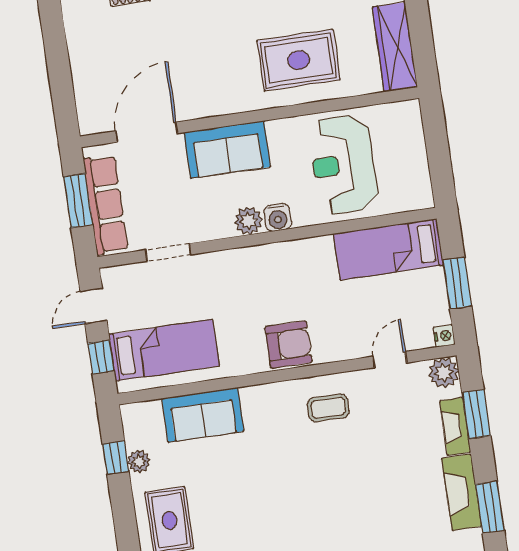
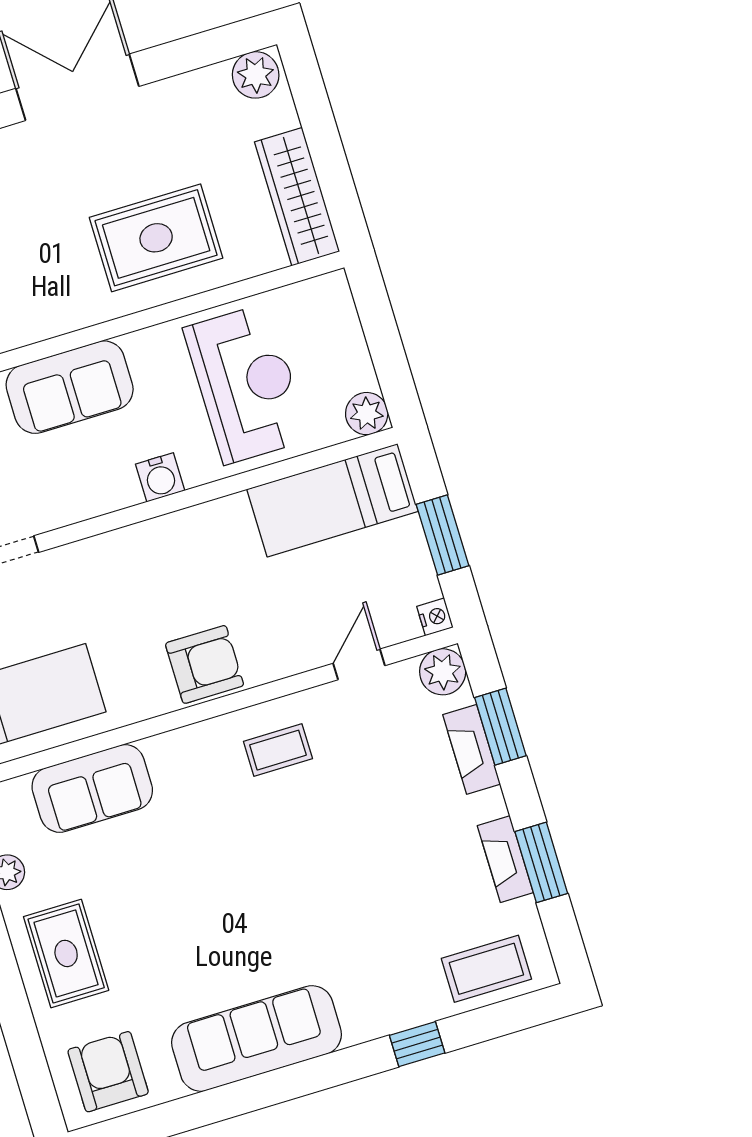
reception desk: (343, 165) -> (246, 384), turned 180
plant: (249, 221) -> (367, 414), moved
fireplace: (462, 492) -> (505, 859), width x0.73, depth x0.76

